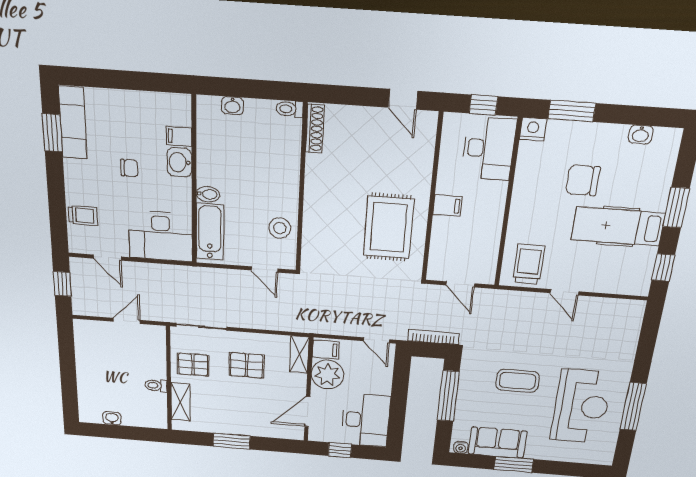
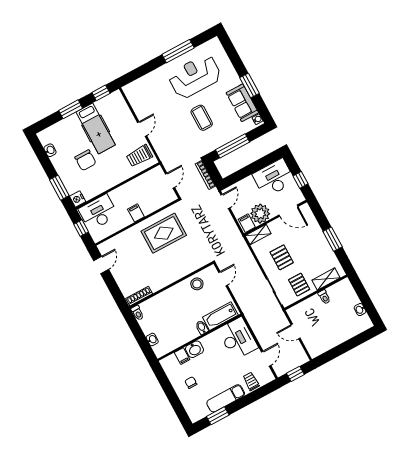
exam couch: (73, 123) -> (226, 398), moved
chair: (129, 168) -> (191, 383), moved

